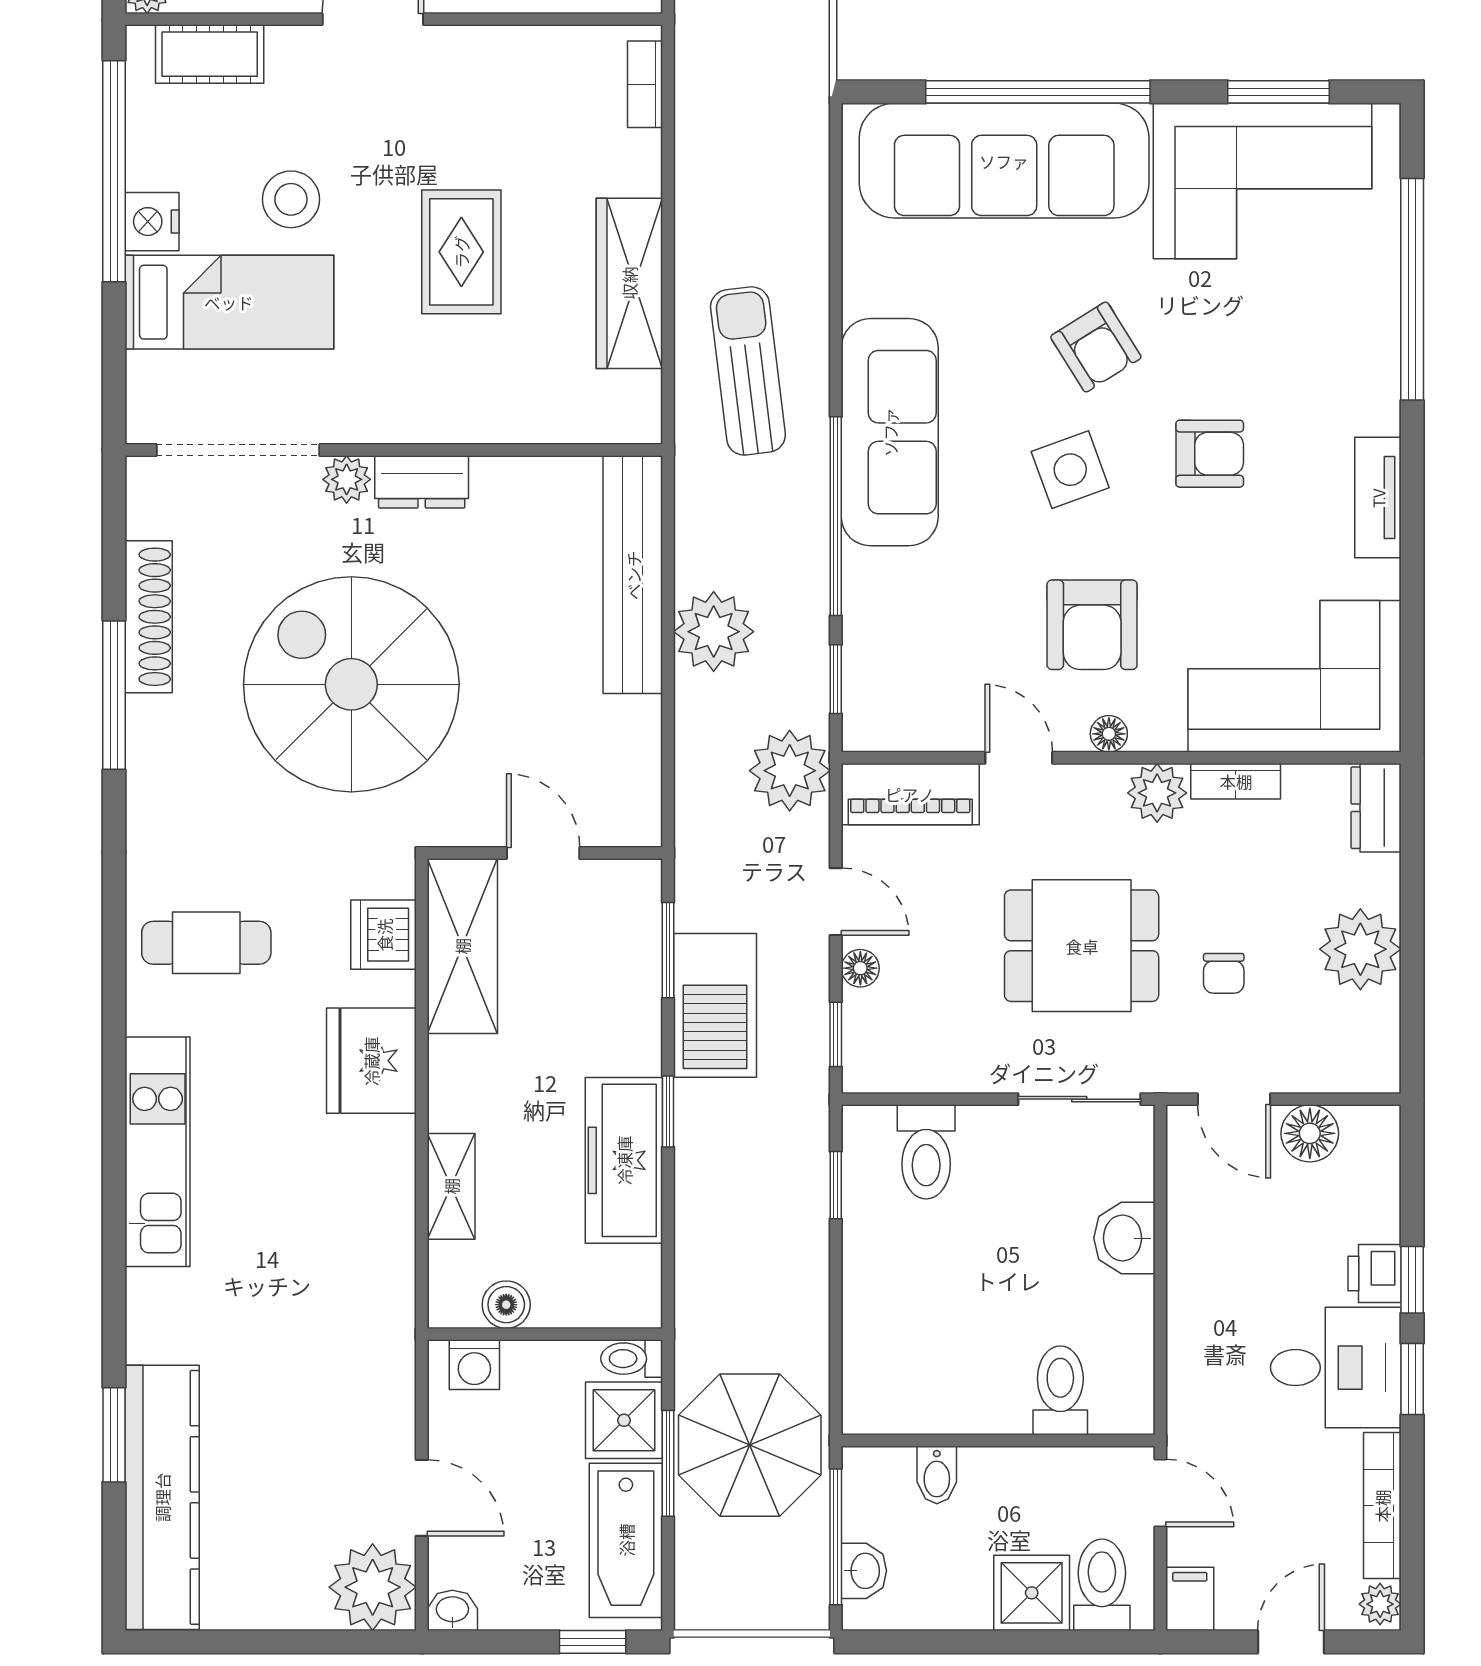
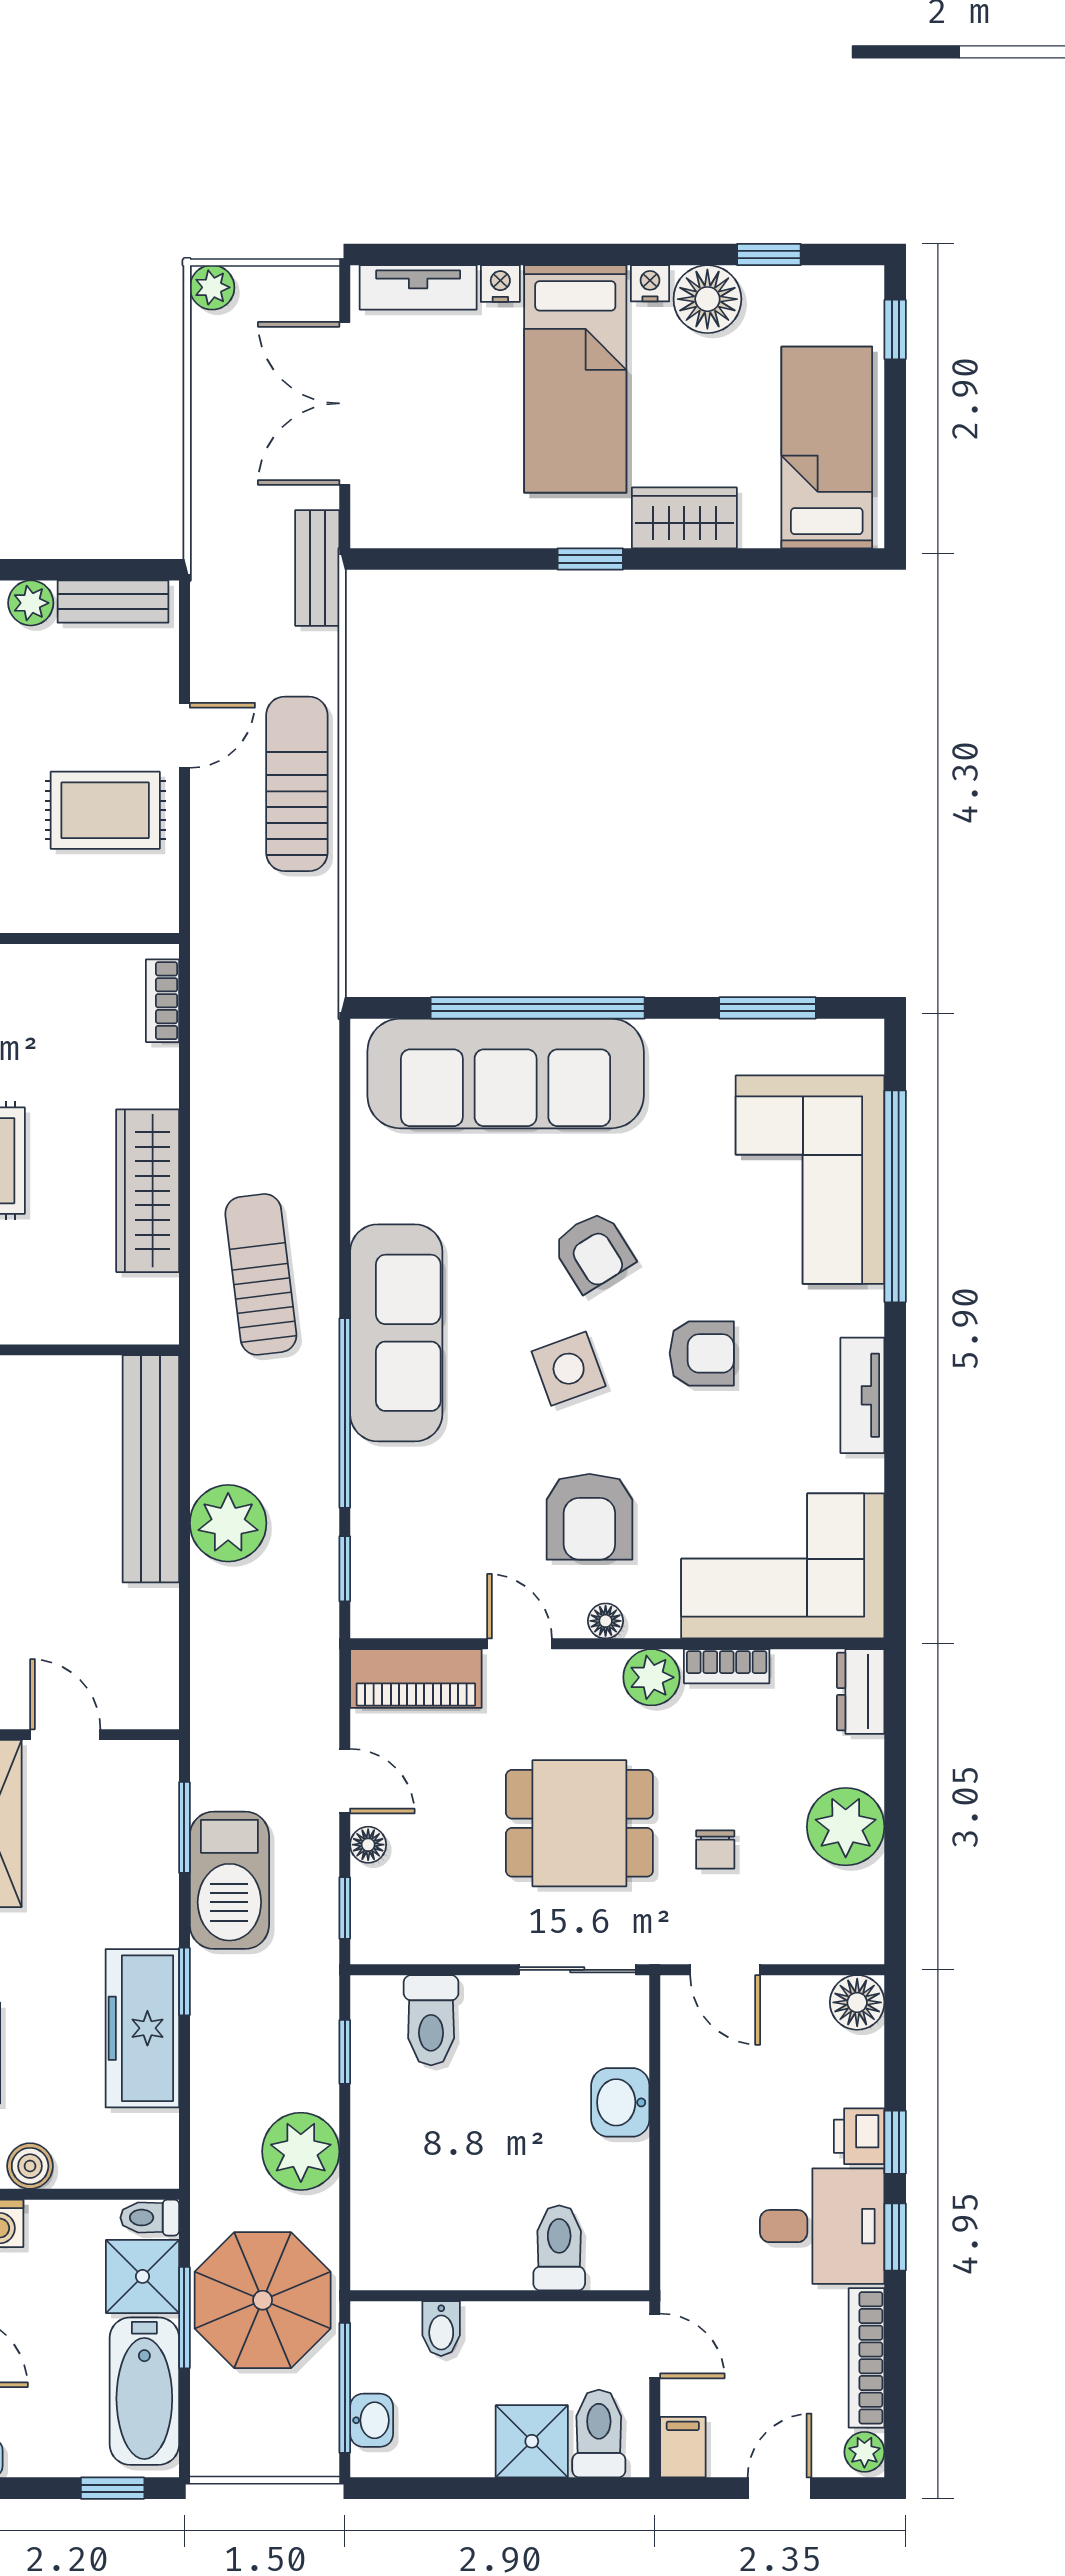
corner sofa: (1263, 181) -> (810, 1180), moved, turned 90
plant: (790, 771) -> (301, 2151), moved
floor lamp: (1310, 1133) -> (857, 2002), moved

